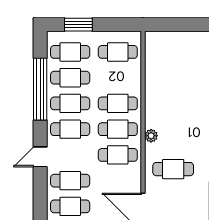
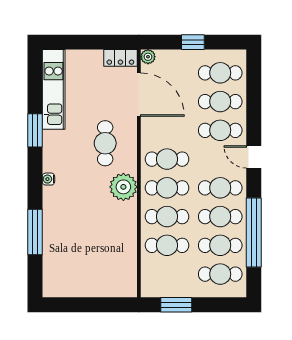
window: (78, 25) -> (176, 305), moved
cafe table: (118, 52) -> (167, 245), moved
plant: (151, 136) -> (123, 187), width x1.87, depth x1.87
door: (40, 157) -> (254, 157), swing flipped
cafe table: (173, 169) -> (105, 143), turned 90

